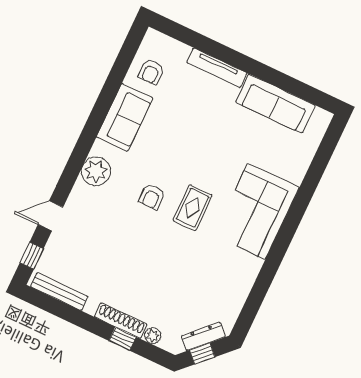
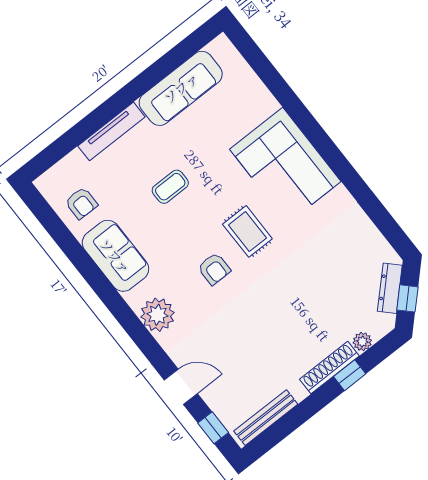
coffee table: (197, 133) -> (170, 187), added
door: (51, 216) -> (181, 387), swing flipped

